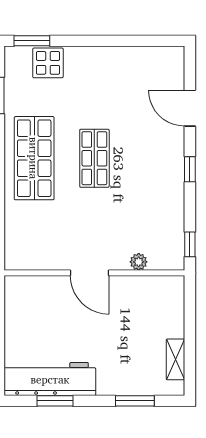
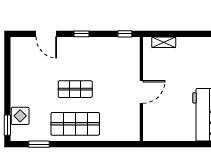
door: (190, 108) -> (46, 34), hinge flipped
plant: (139, 262) -> (135, 64), removed
shelving: (176, 359) -> (164, 42), moved

